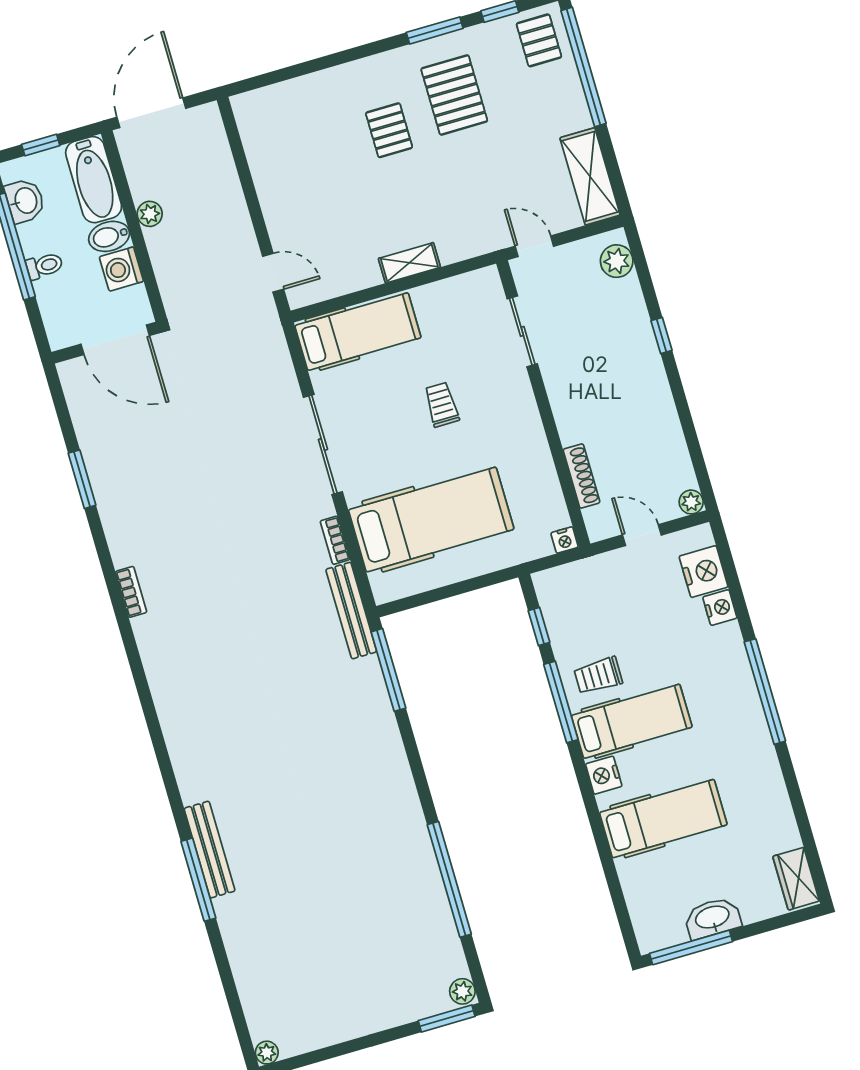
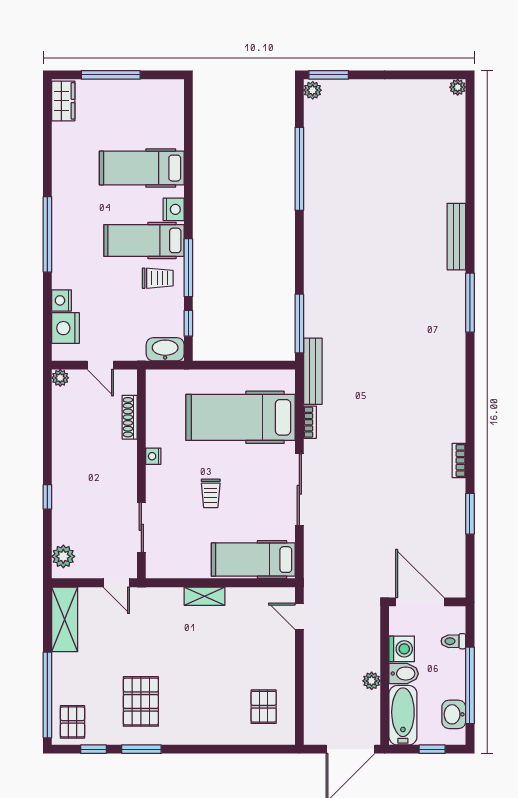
pallet: (389, 130) -> (264, 707), moved
toilet: (44, 266) -> (453, 641), moved
nightstand: (565, 540) -> (153, 456), moved, turned -90
bookcase: (131, 592) -> (459, 460), moved
window: (198, 880) -> (470, 303), moved
washbasin: (713, 918) -> (165, 349), moved, turned 180
window: (691, 947) -> (111, 75), moved

